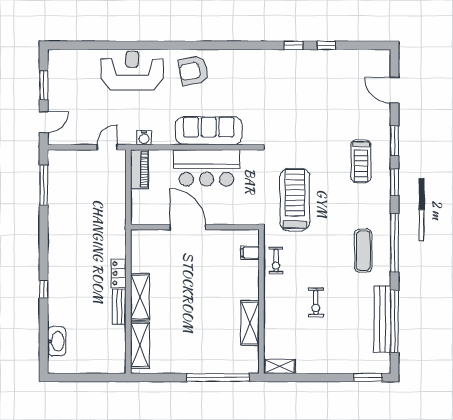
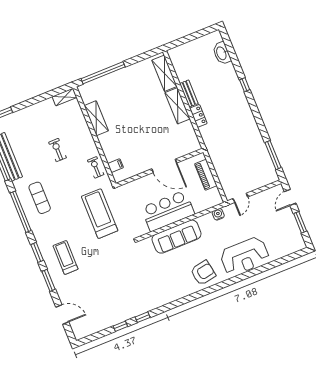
piano: (139, 169) -> (206, 175), moved
treadmill: (295, 200) -> (100, 214), turned 180

